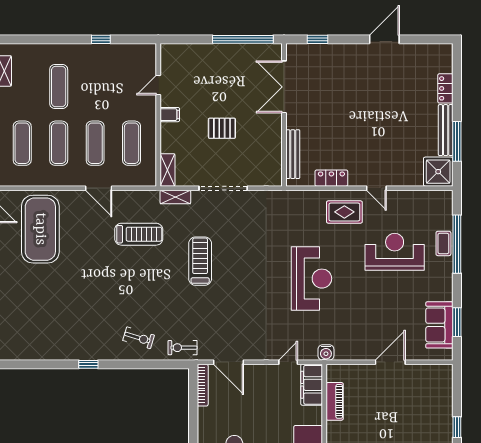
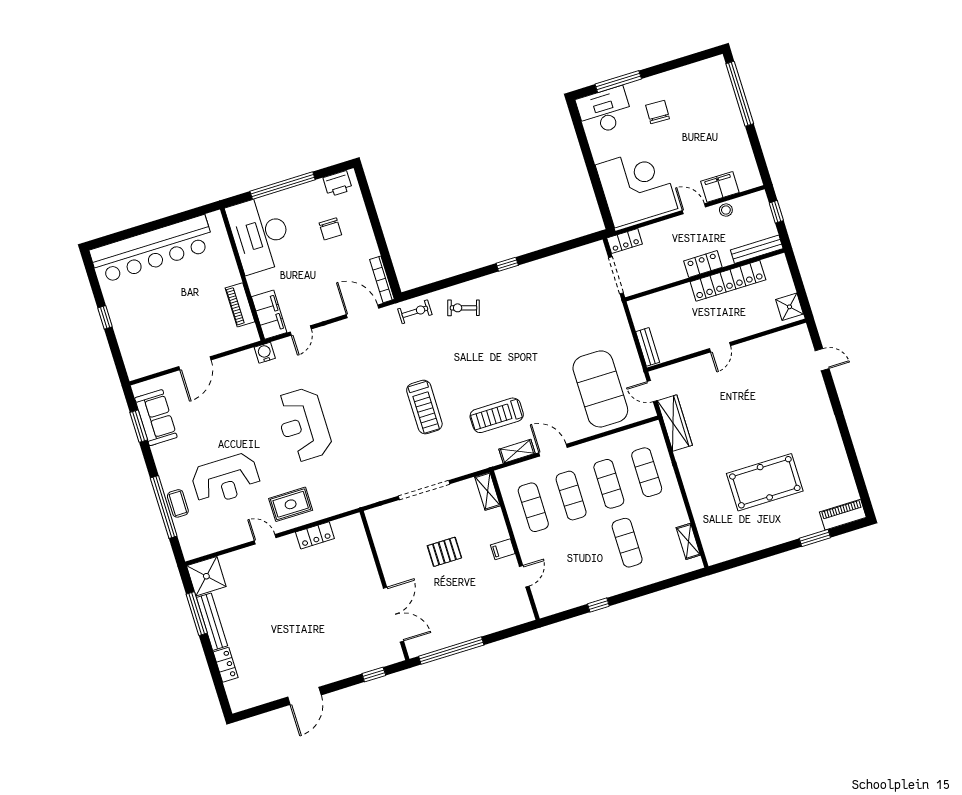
bench: (293, 154) -> (363, 548), removed
shelving: (175, 197) -> (517, 451), moved

